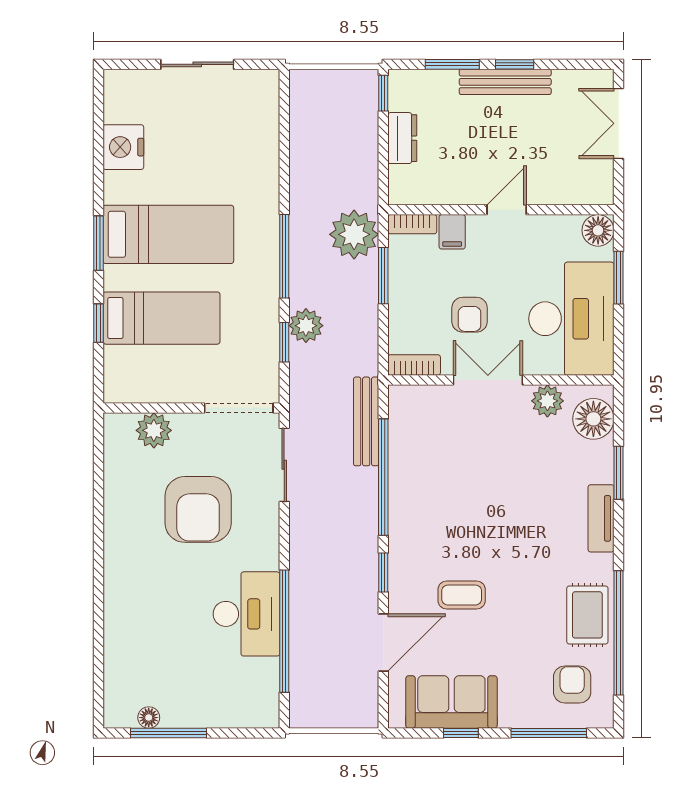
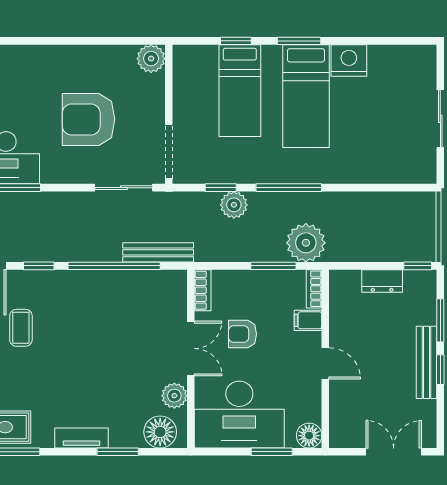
nightstand: (123, 147) -> (349, 60), moved
plant: (154, 430) -> (151, 59), moved

